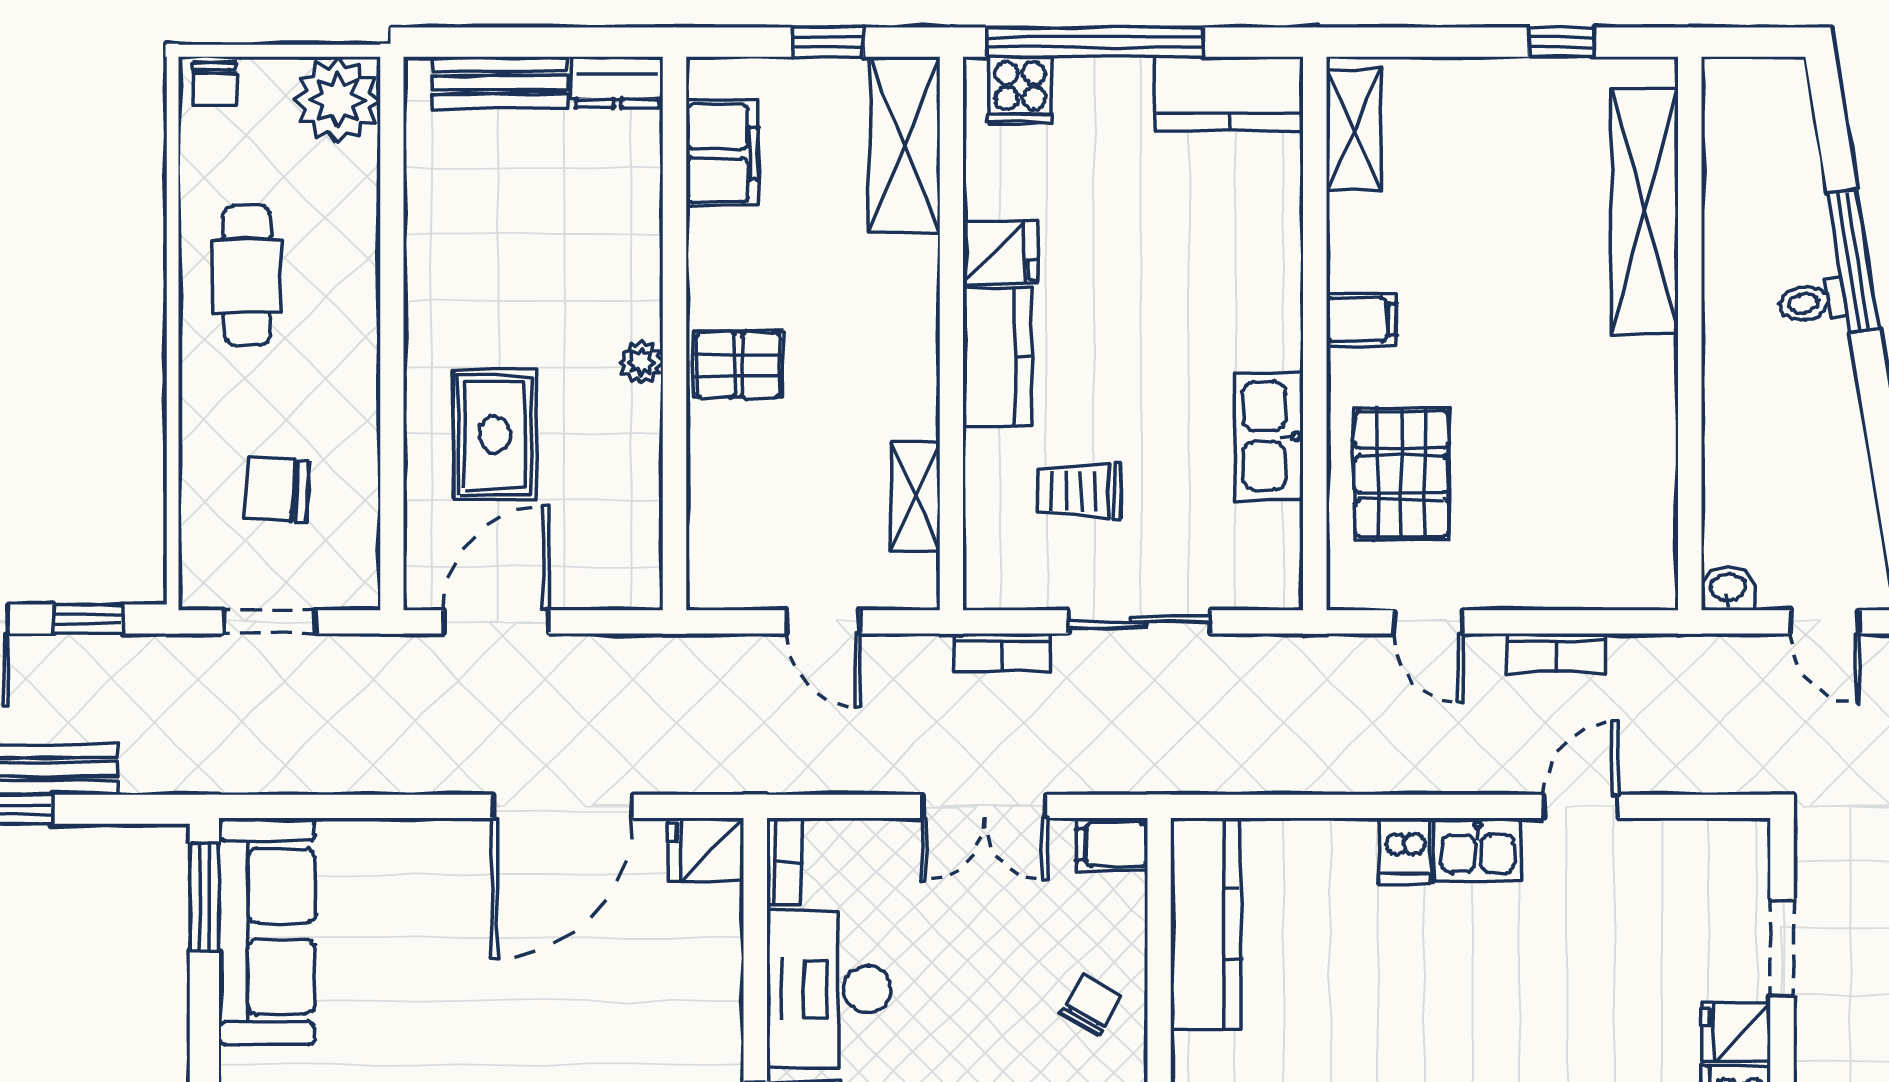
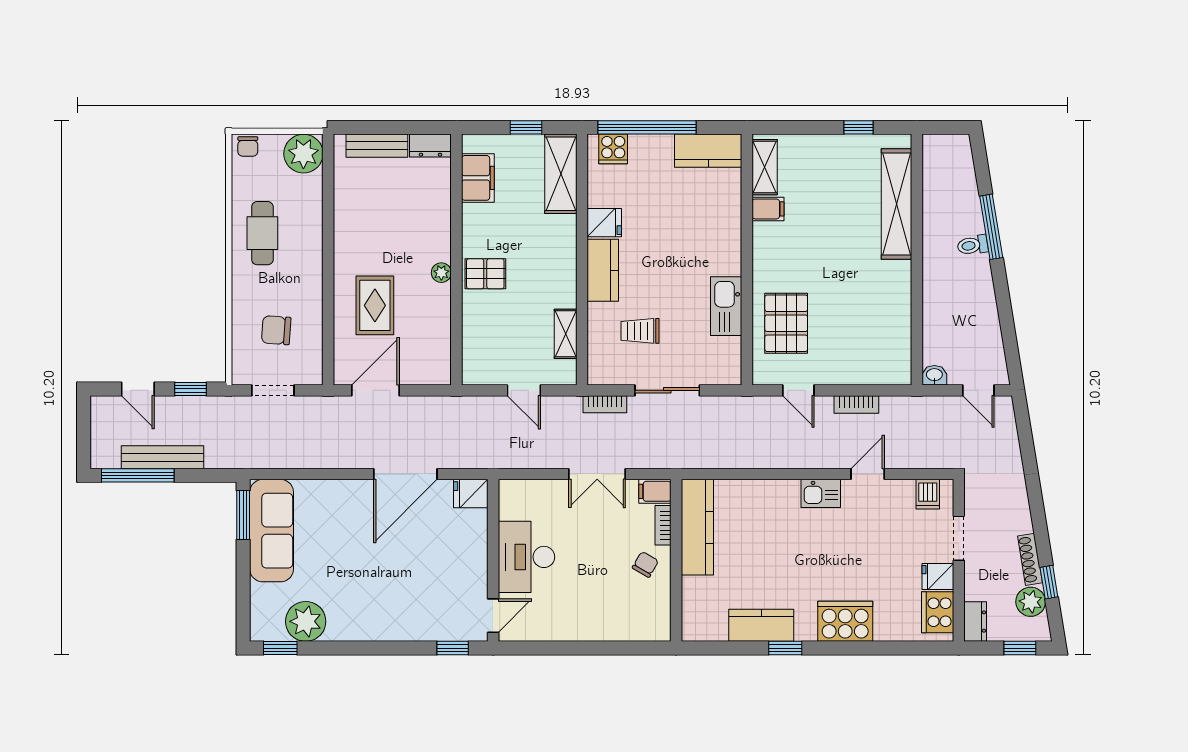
filing cabinet: (1361, 320) -> (768, 209), moved
dishwasher: (1404, 851) -> (928, 494), moved
bookcase: (784, 862) -> (663, 525), moved, turned 180

